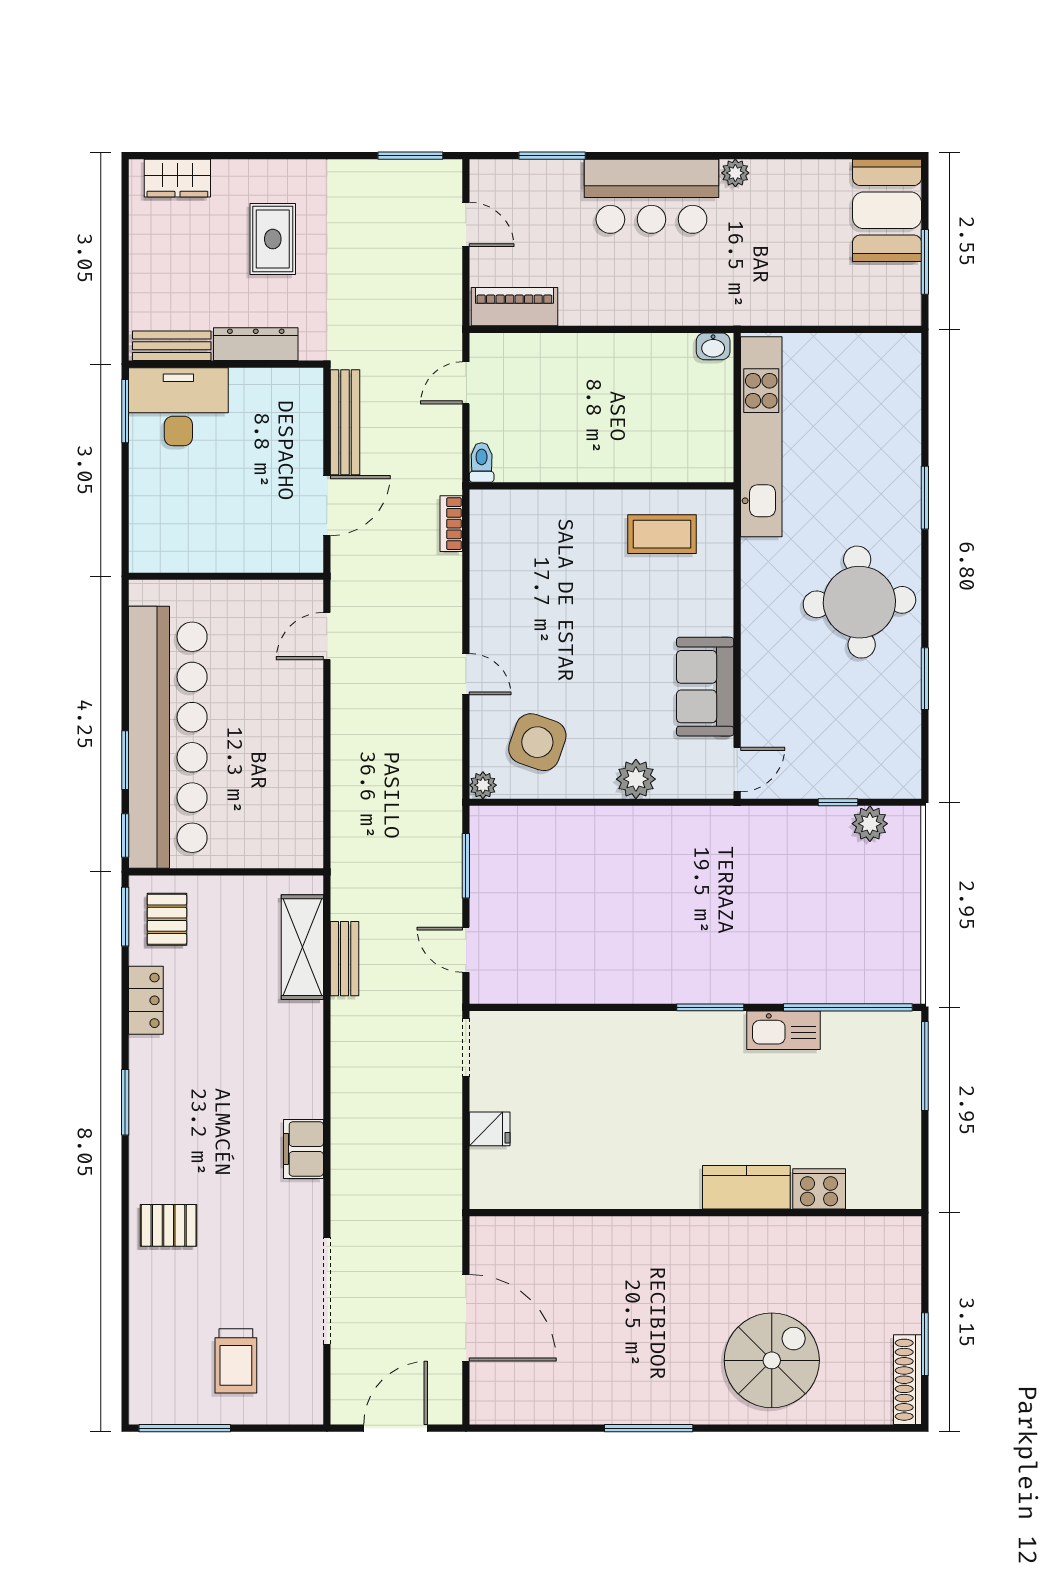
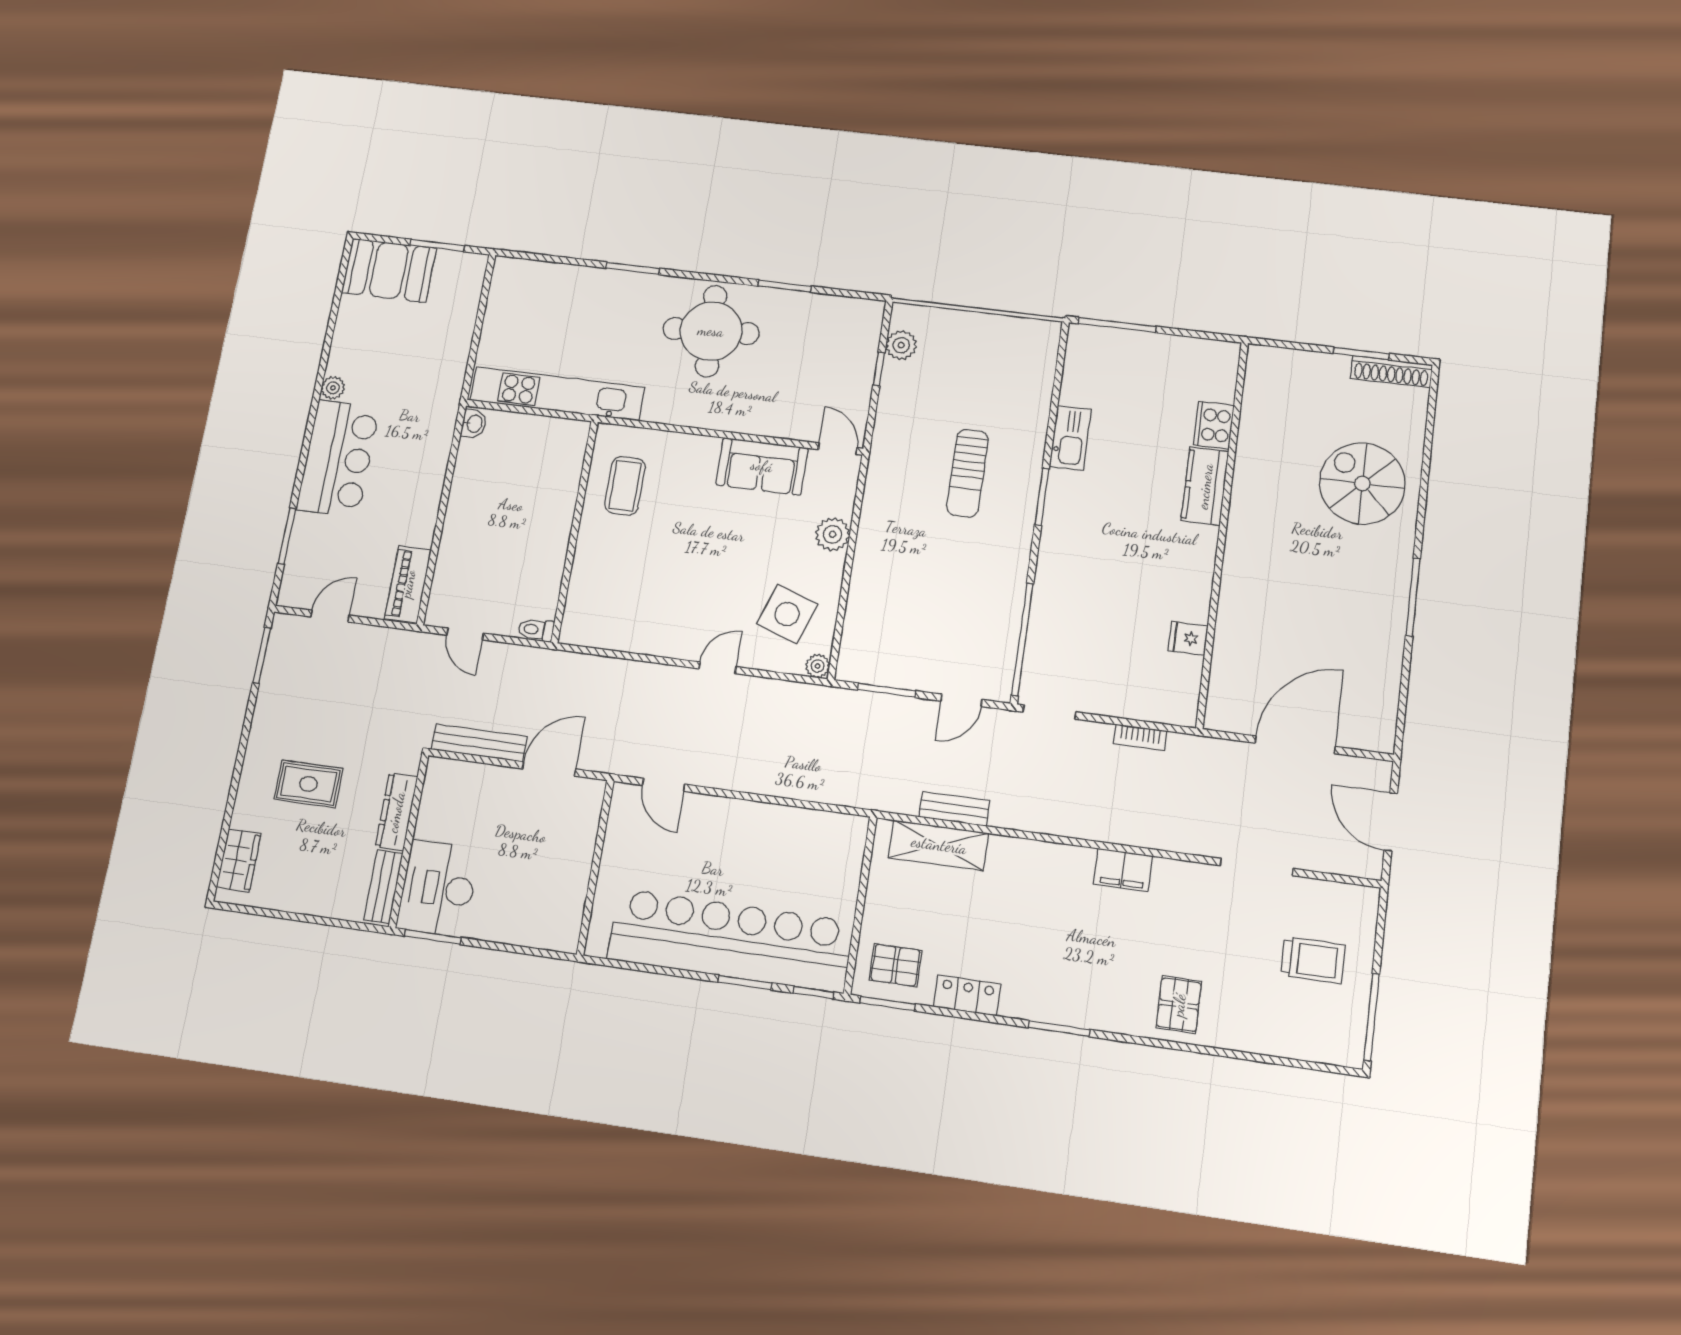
door: (327, 506) -> (549, 769), hinge flipped
bookcase: (451, 524) -> (1140, 737), moved
sun lounger: (727, 920) -> (967, 473), added
window: (848, 1007) -> (1022, 639), moved
fridge: (490, 1129) -> (1188, 638), moved, turned -90
doorway: (327, 1291) -> (1256, 867), width x0.73

